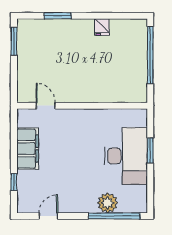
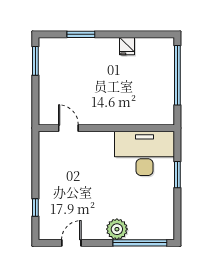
filing cabinet: (28, 149) -> (50, 173), removed
desk: (126, 156) -> (145, 153), moved, turned -90
plant: (108, 203) -> (117, 229), moved

